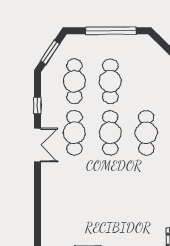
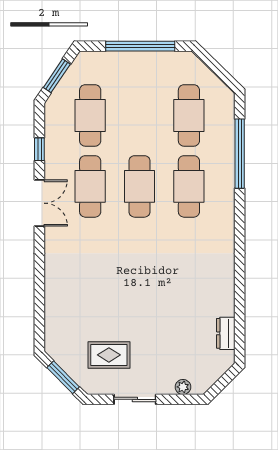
cafe table: (110, 81) -> (189, 115), moved

